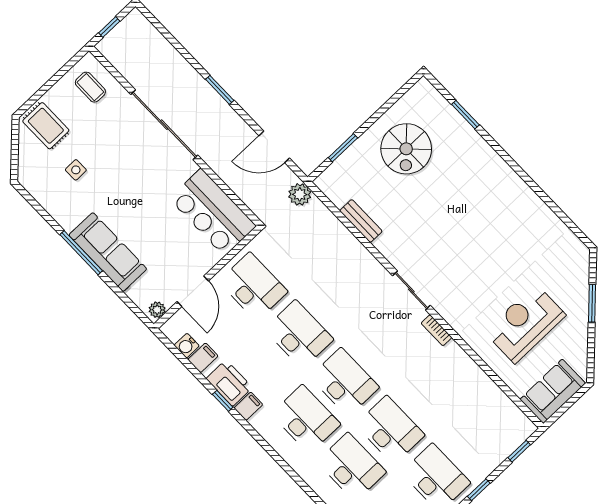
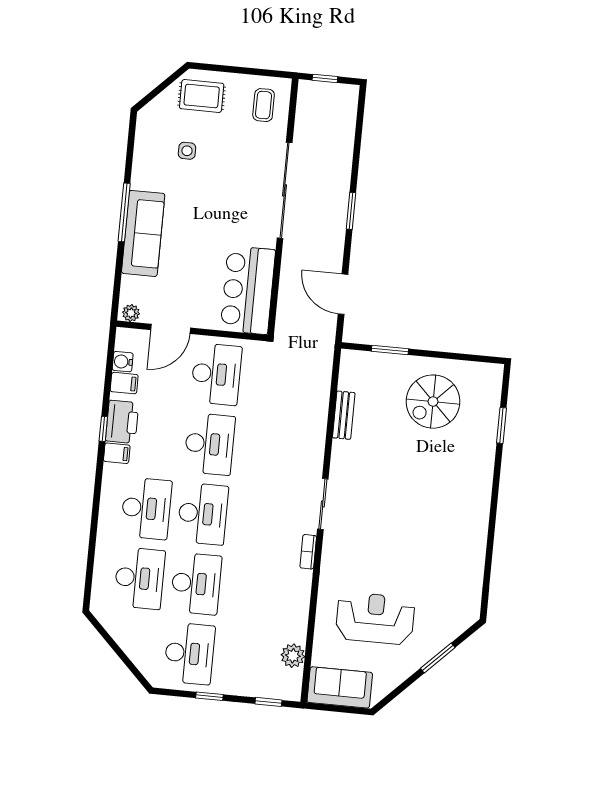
rug: (46, 126) -> (202, 96), turned 90
plant: (300, 194) -> (293, 656), moved

